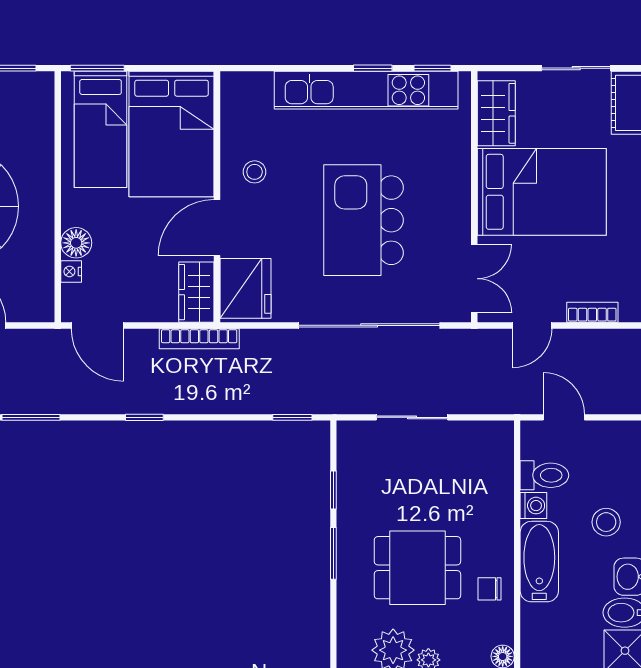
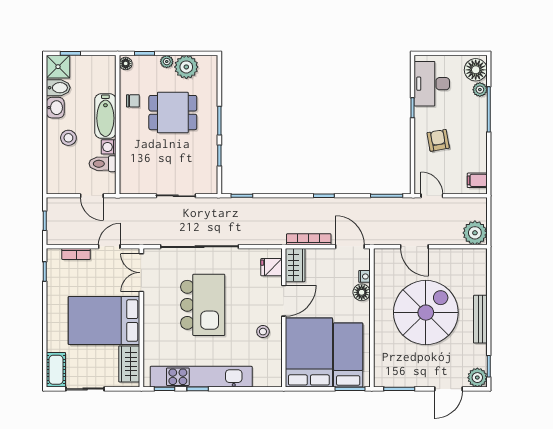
fridge: (246, 288) -> (271, 267), width x0.53, depth x0.75
bookcase: (199, 339) -> (309, 239), moved

